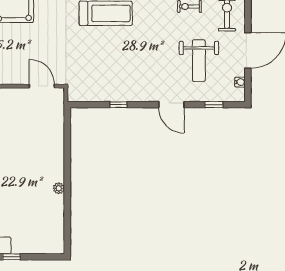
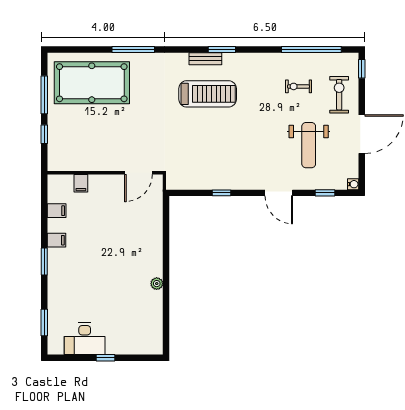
water cooler: (240, 82) -> (353, 184), moved
door: (42, 86) -> (138, 173), swing flipped

